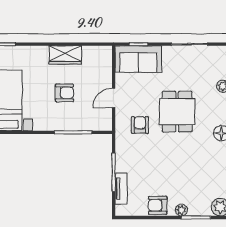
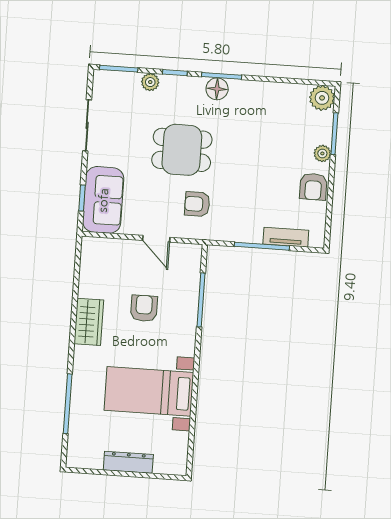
wardrobe: (65, 55) -> (89, 322), moved

